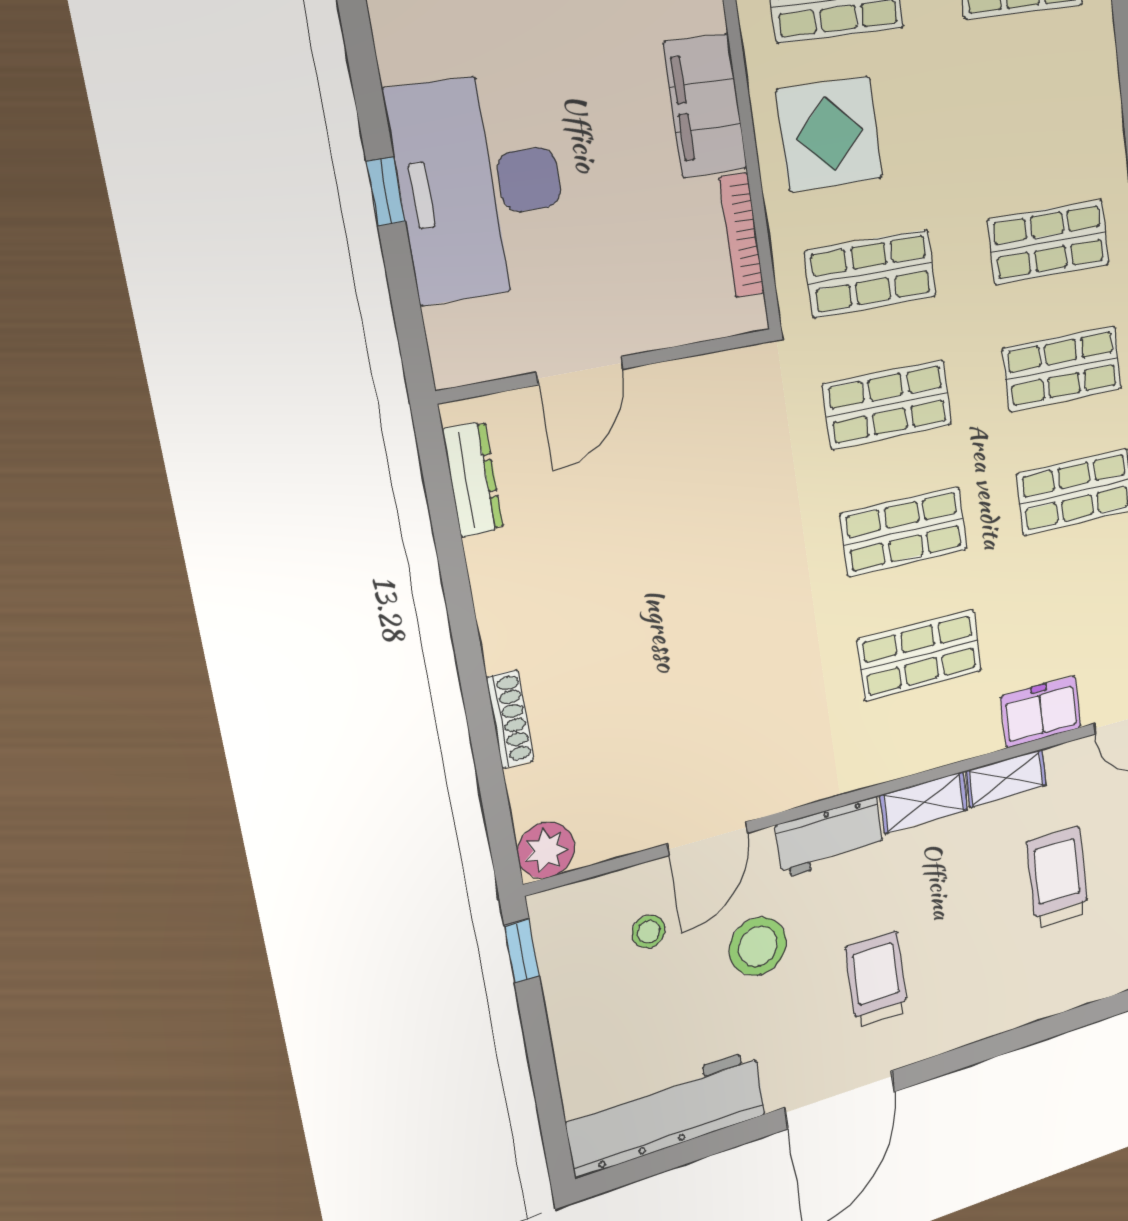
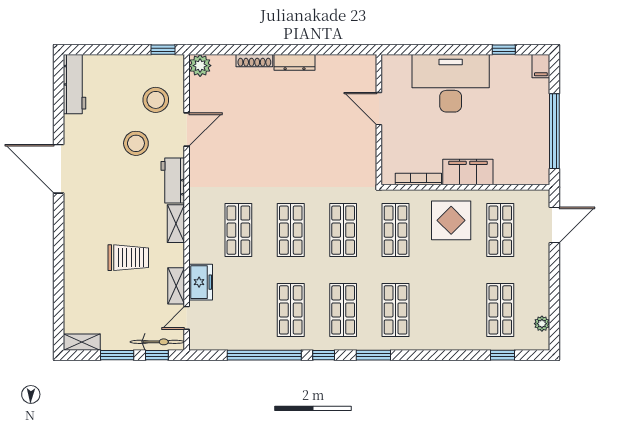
window: (386, 191) -> (504, 50), moved
dresser: (473, 479) -> (295, 62), moved
shelving: (1006, 778) -> (176, 286), moved
door: (708, 838) -> (187, 130), swing flipped
trolley: (1058, 877) -> (128, 258), moved
stool: (649, 932) -> (156, 100), width x1.89, depth x1.89
trolley: (877, 979) -> (106, 192), removed
workbench: (666, 1113) -> (75, 84), width x0.73, depth x0.76

